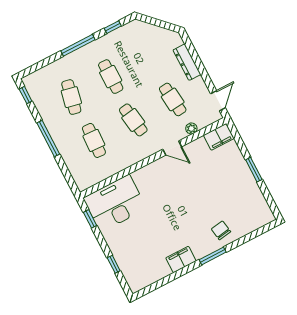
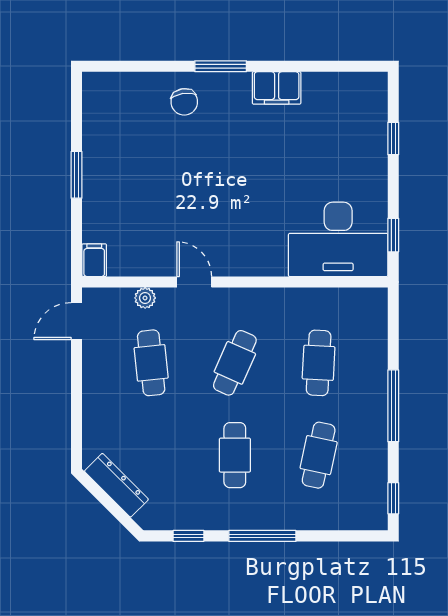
dresser: (187, 62) -> (116, 485), moved, turned -45
cafe table: (133, 120) -> (235, 363), turned 33
filing cabinet: (219, 137) -> (94, 260), width x0.50

